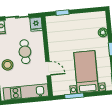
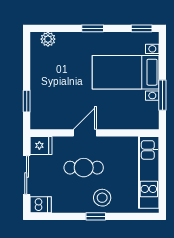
plant: (103, 32) -> (48, 39), moved
door: (48, 69) -> (85, 133), moved

